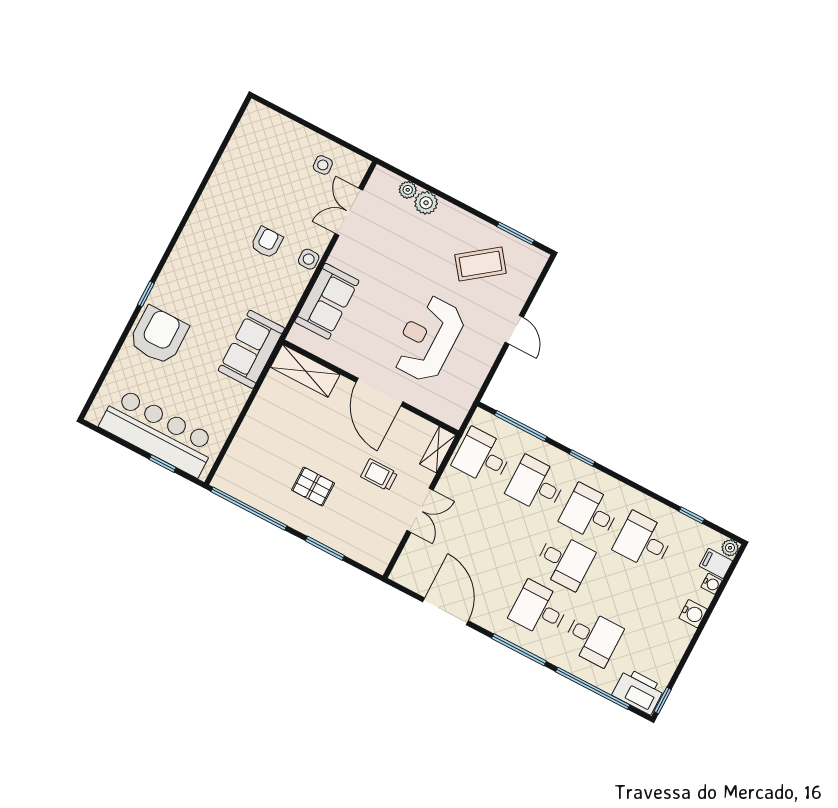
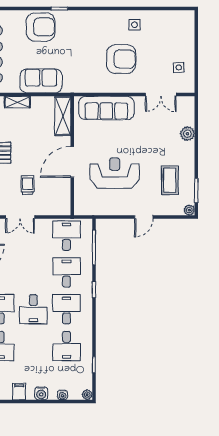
plant: (408, 190) -> (189, 210), moved
double door: (349, 212) -> (161, 95), swing flipped
armchair: (267, 242) -> (121, 59), width x1.88, depth x1.88
side table: (309, 259) -> (135, 25), moved
coffee table: (481, 264) -> (170, 180), turned 37
sofa: (327, 301) -> (106, 108), width x1.36
sofa: (251, 349) -> (41, 81), moved
shelving: (438, 450) -> (17, 102), moved
desk: (643, 541) -> (66, 346), turned 180
filing cabinet: (716, 563) -> (19, 391), moved

